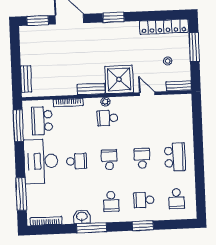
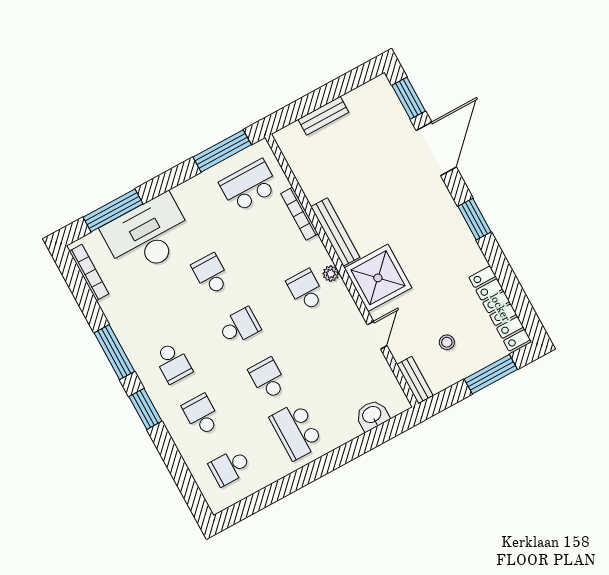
bench: (26, 79) -> (323, 116), moved
bench: (91, 89) -> (335, 232), width x1.36
school desk: (175, 157) -> (296, 431), turned 90
school desk: (142, 158) -> (268, 379), turned -90
desk: (41, 161) -> (148, 235), moved
school desk: (77, 161) -> (211, 274), turned 180
school desk: (111, 201) -> (173, 363), turned -90
washbasin: (82, 217) -> (372, 415), moved, turned -90
window: (143, 226) -> (145, 409), moved

